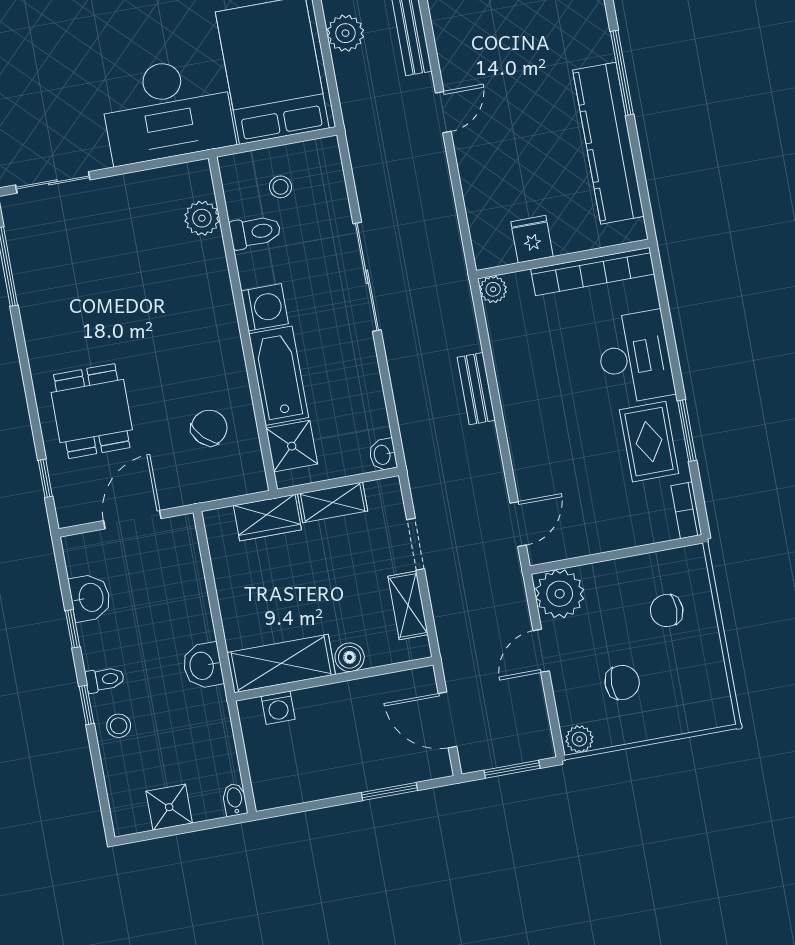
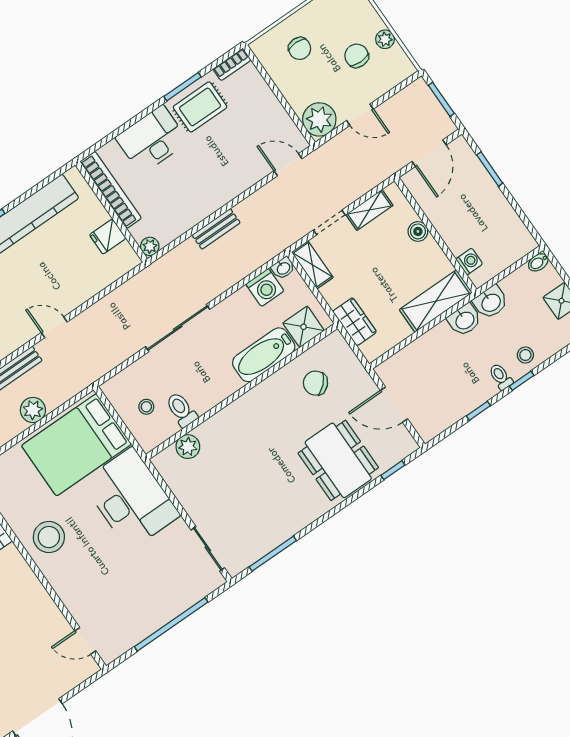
washing machine: (265, 307) -> (265, 287), moved, turned 180
dining table: (92, 411) -> (338, 460), width x1.38
shelving: (333, 502) -> (312, 265), moved
washbasin: (90, 598) -> (491, 302), moved, turned 180
shelving: (281, 664) -> (436, 301), moved, turned 90
plant: (579, 739) -> (385, 39), moved

